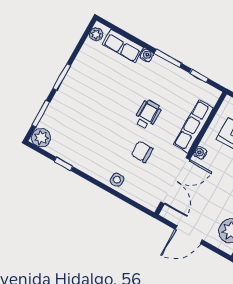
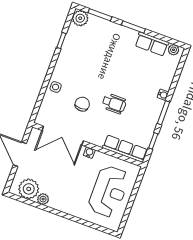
row of seats: (123, 46) -> (152, 44), moved, turned -90
row of seats: (194, 126) -> (125, 149), moved

